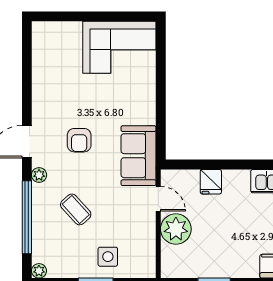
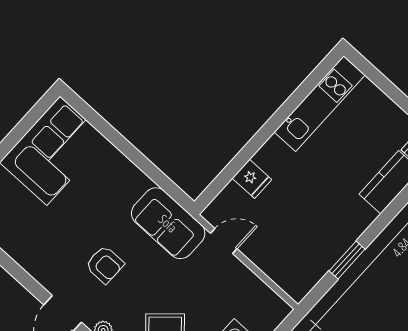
plant: (176, 229) -> (266, 250), removed

